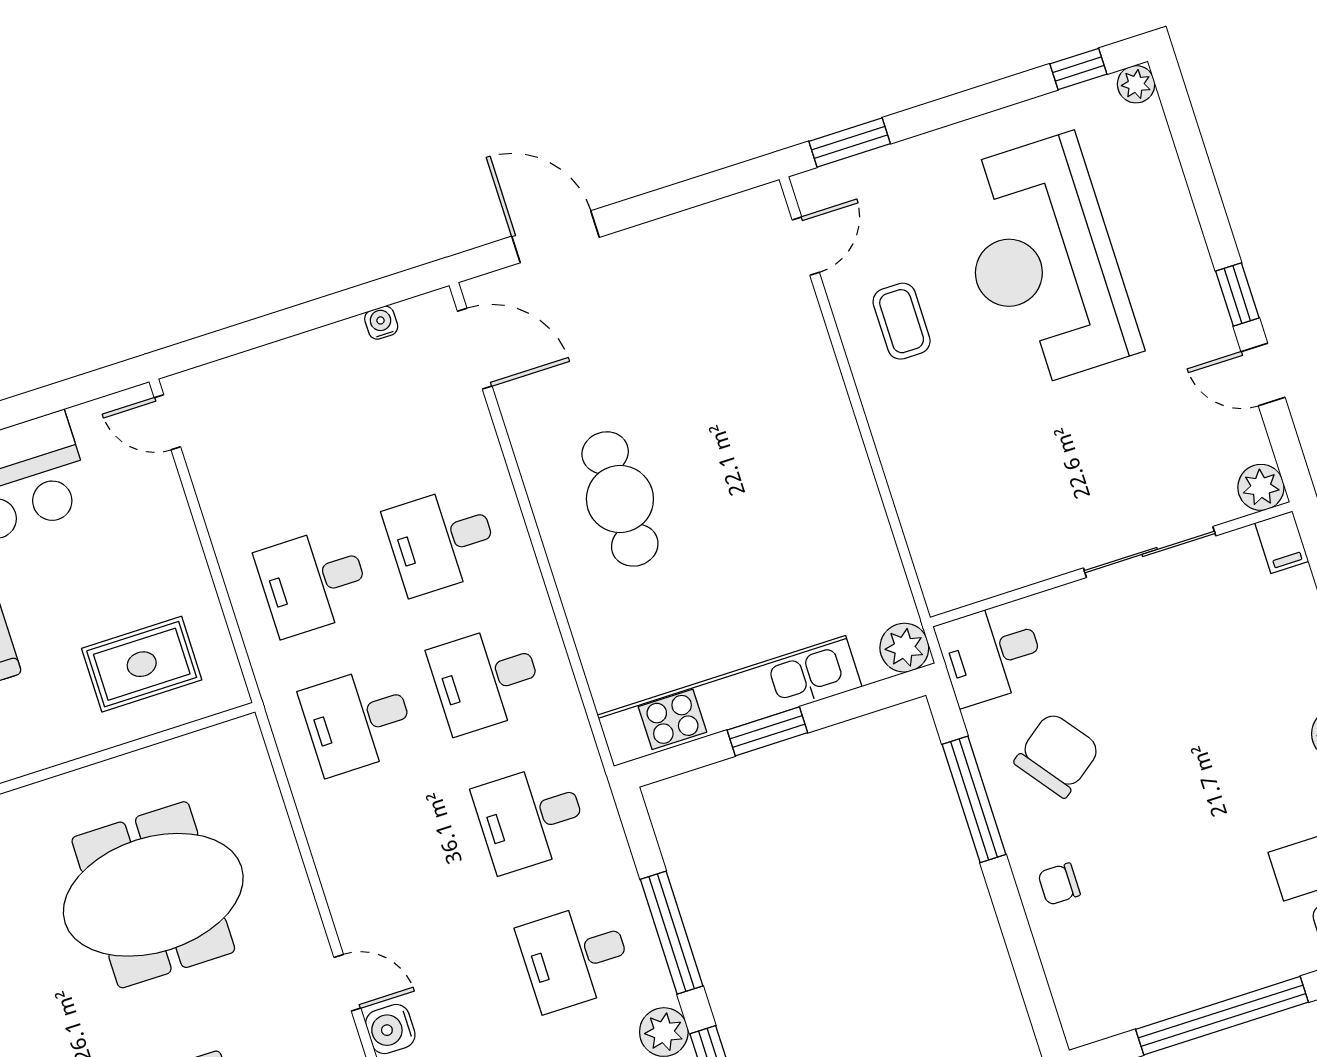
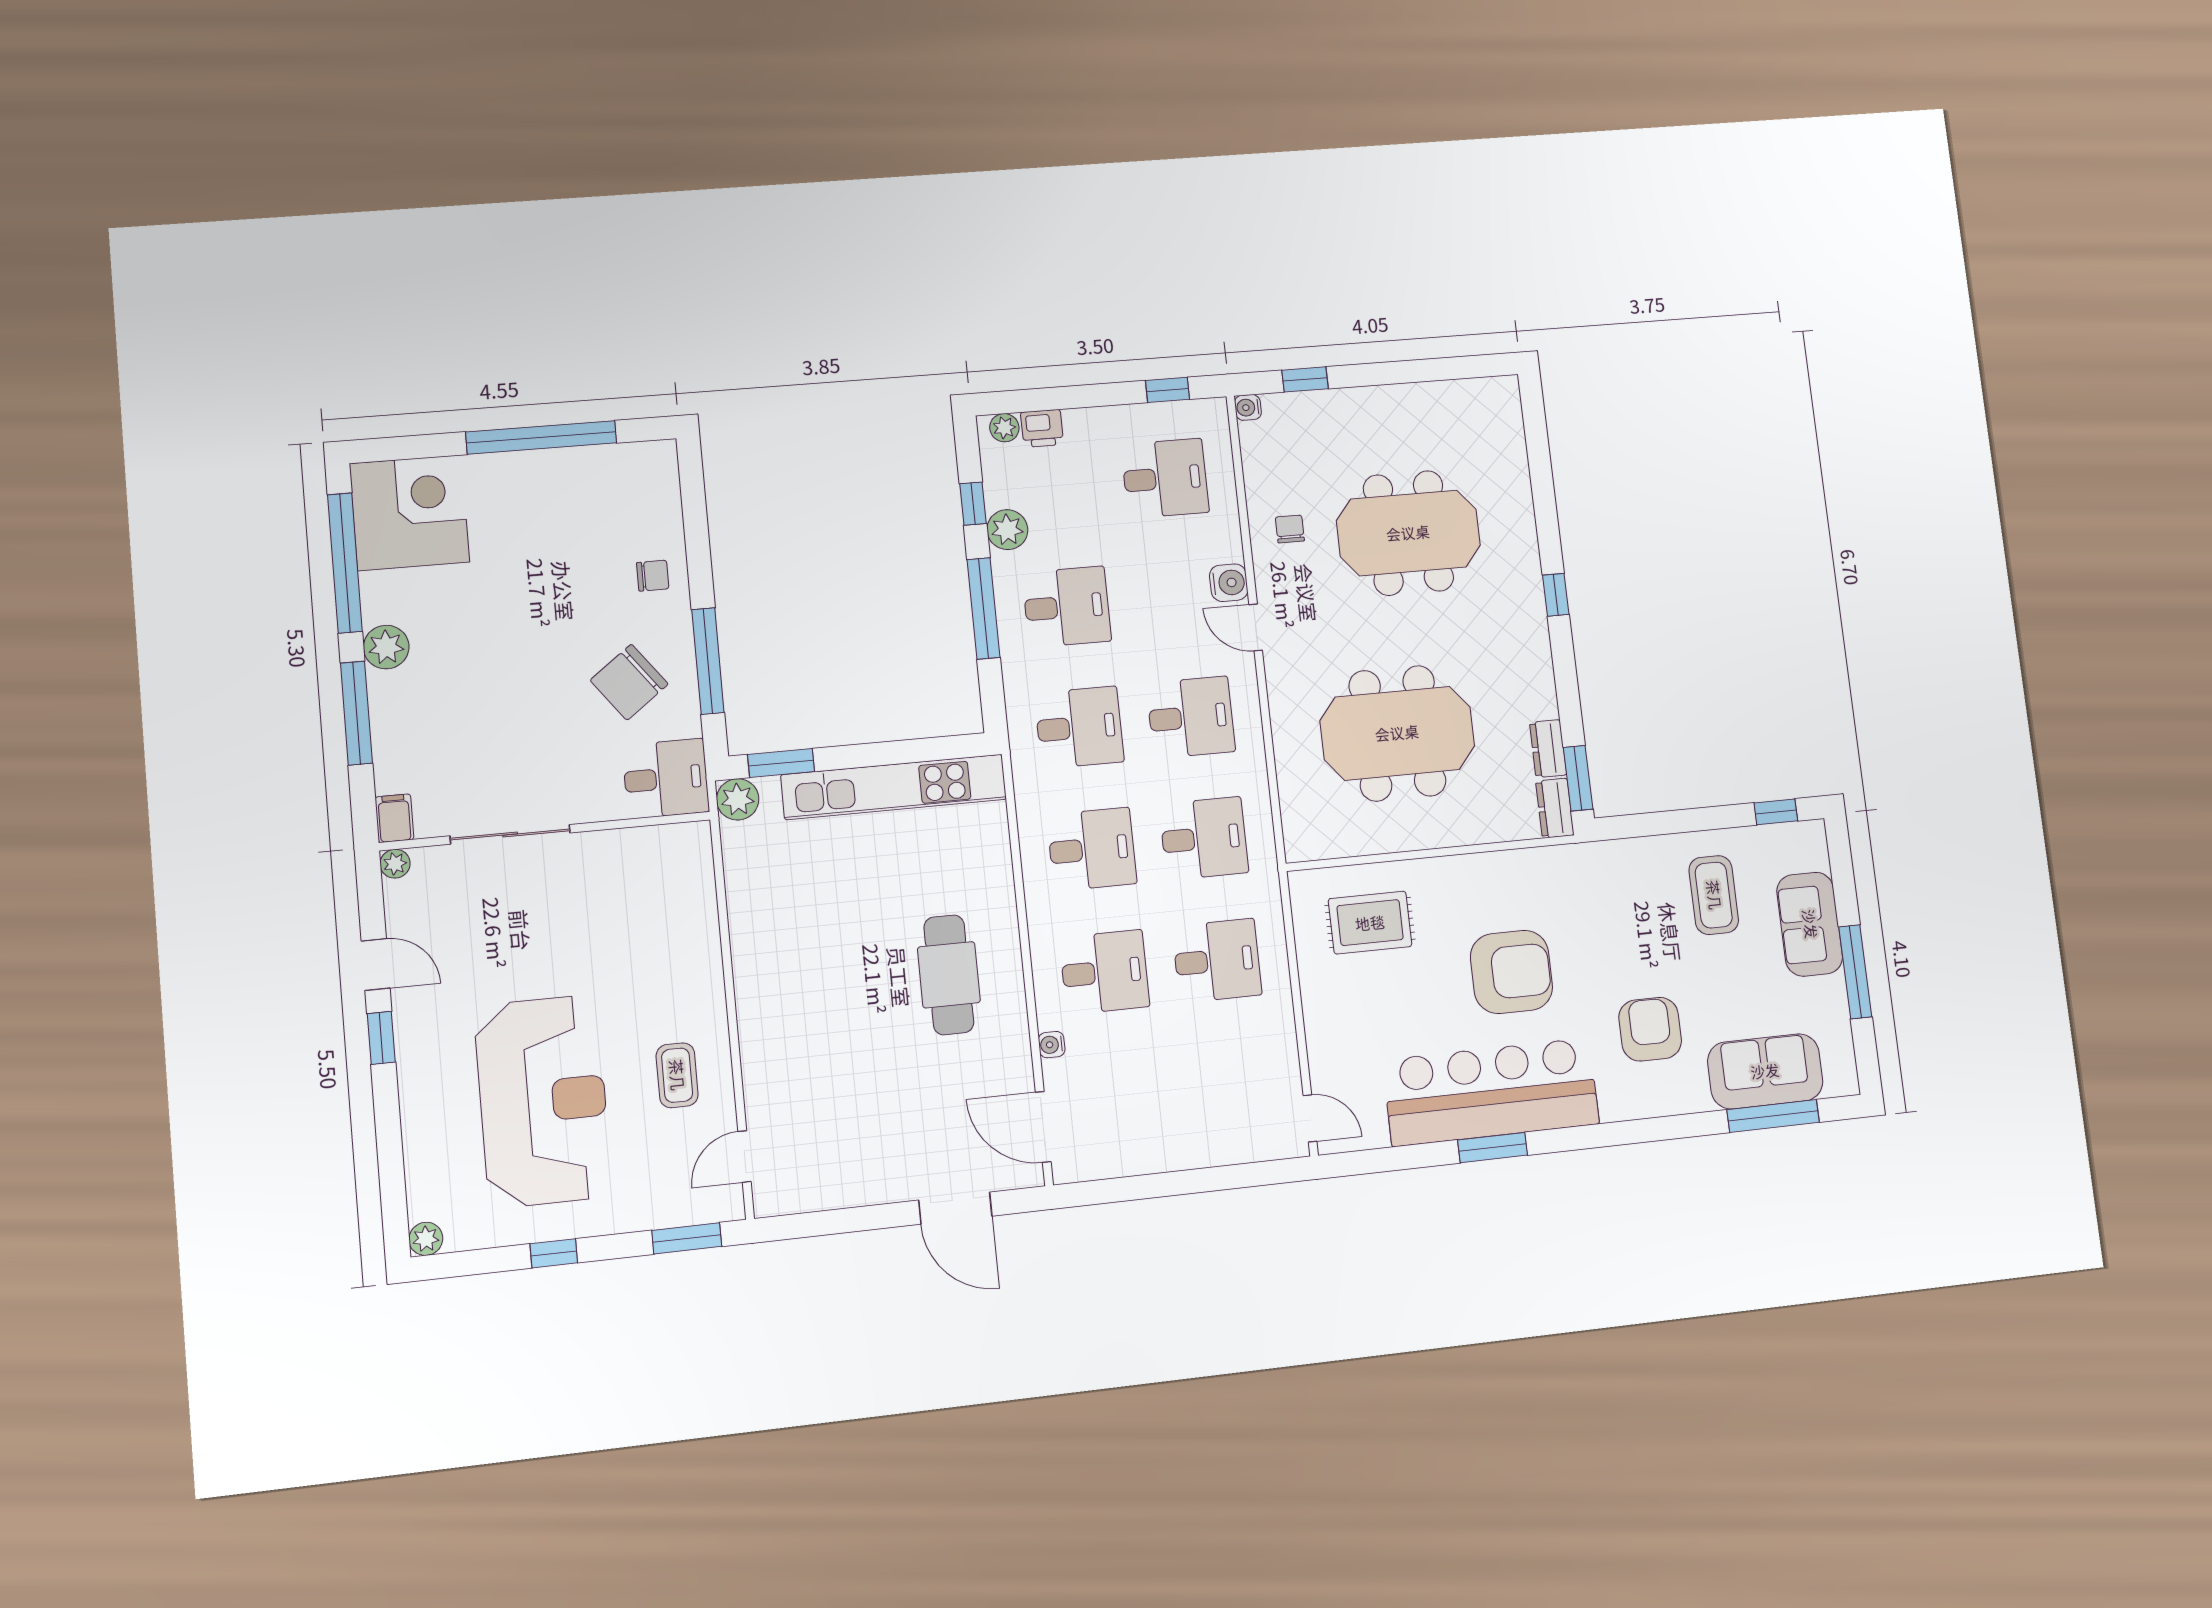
window: (1078, 69) -> (554, 1253), moved
water cooler: (381, 323) -> (1052, 1045), moved, turned 90
plant: (1261, 487) -> (395, 864), width x0.73, depth x0.73
window: (767, 731) -> (781, 763), moved
desk: (402, 859) -> (1191, 717), added

